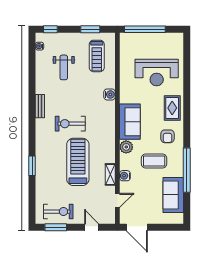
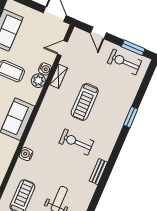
exercise bike: (70, 124) -> (76, 142), turned 180
plant: (126, 147) -> (38, 81), moved
treadmill: (78, 162) -> (85, 102), width x0.73, depth x0.73

